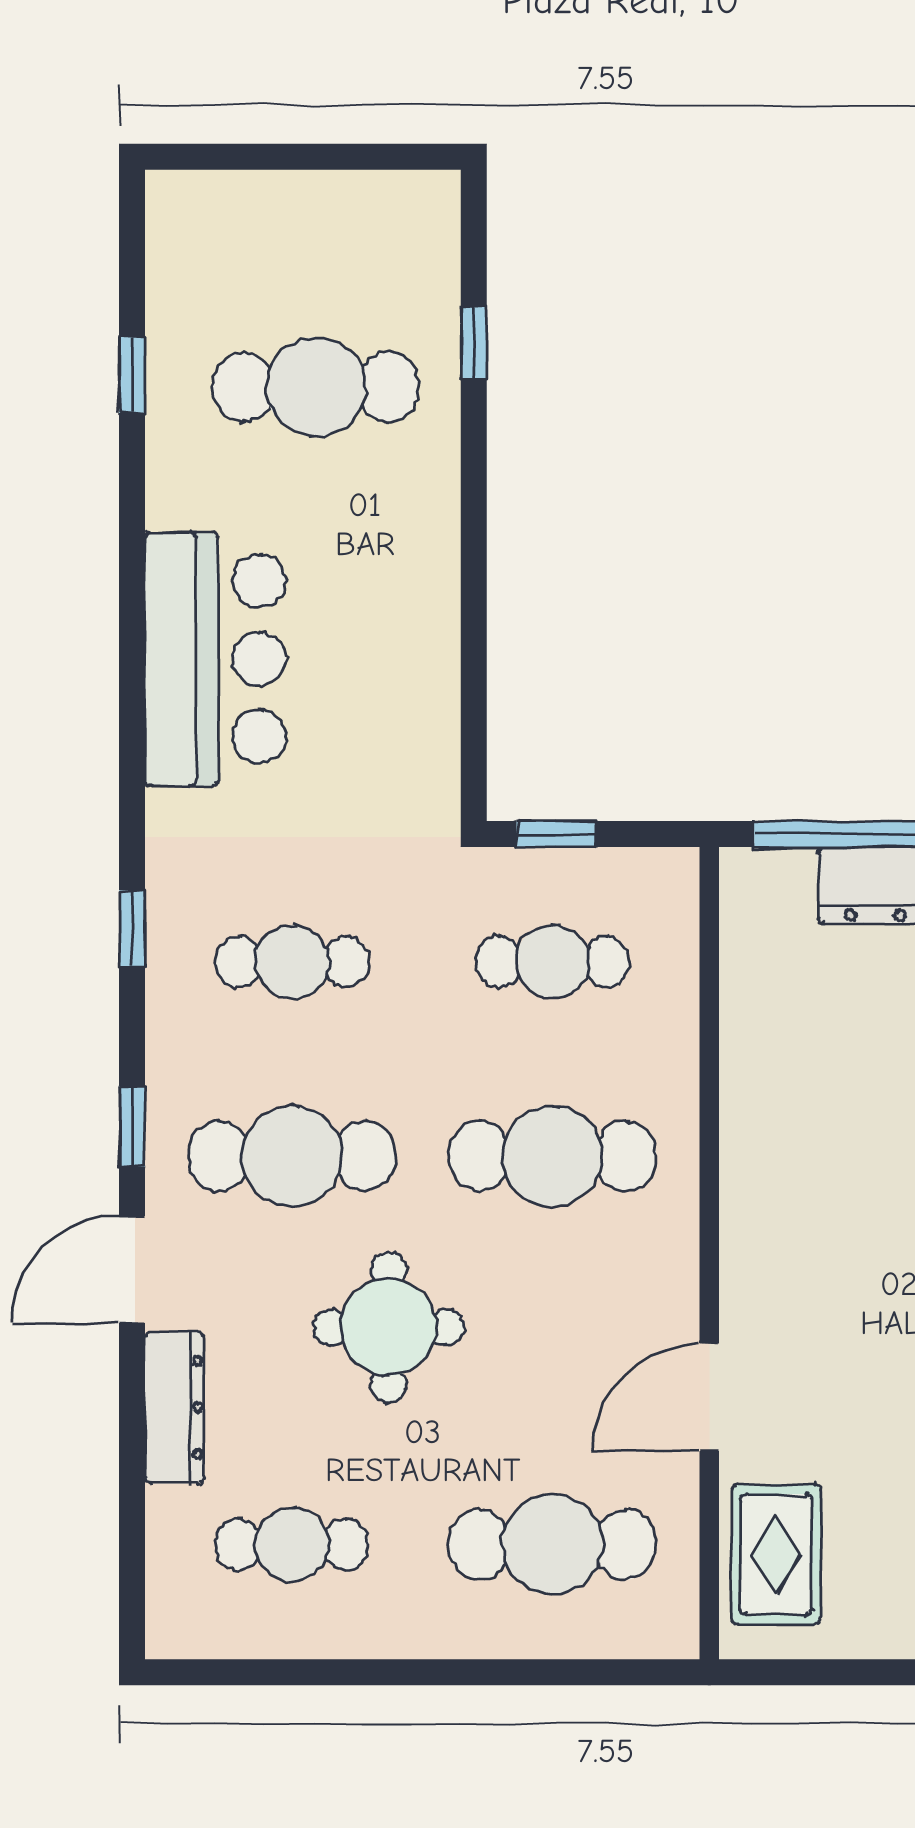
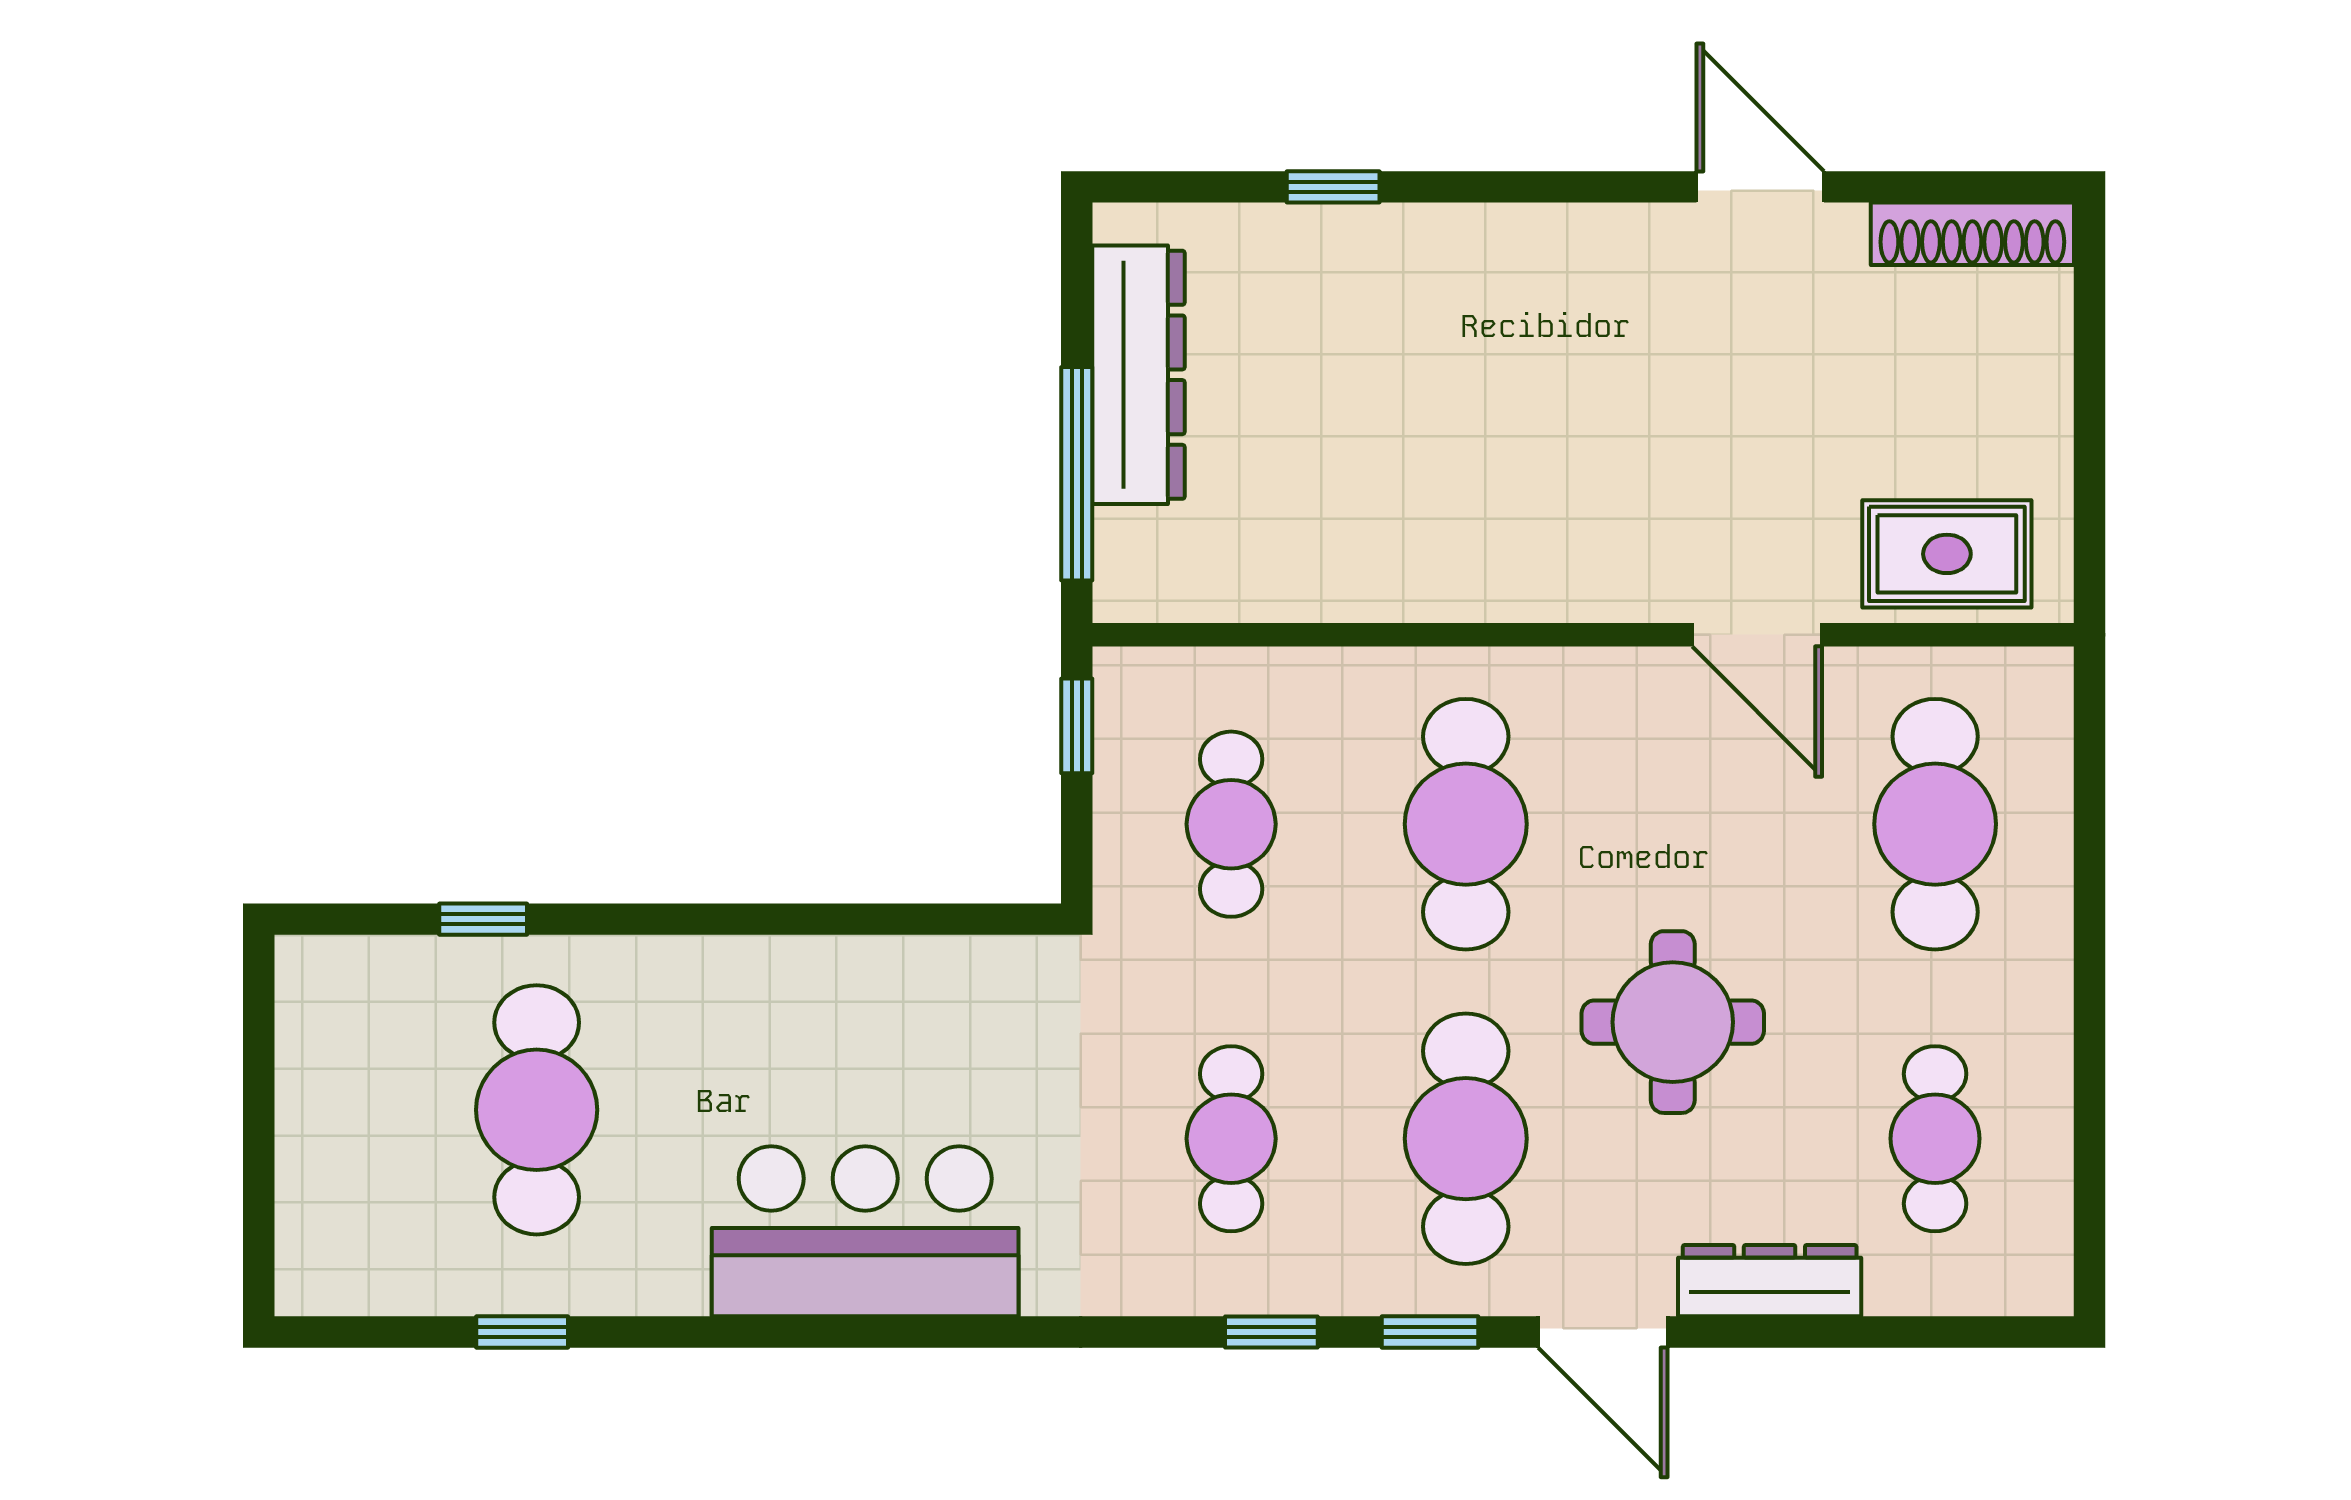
window: (556, 834) -> (1077, 726), moved
window: (132, 929) -> (1271, 1332), moved

